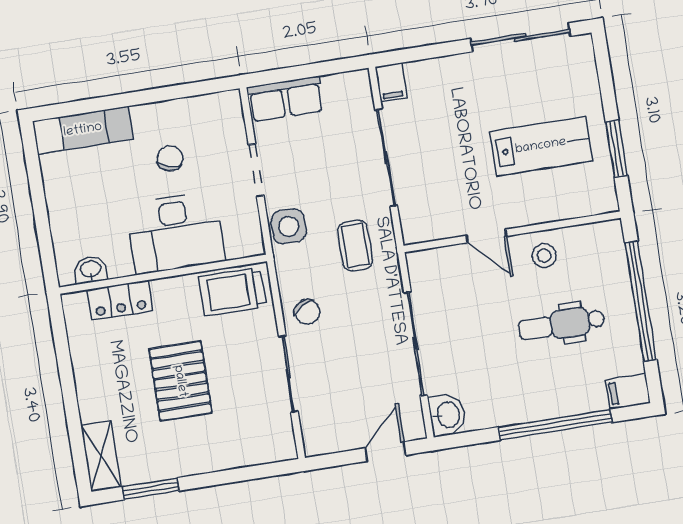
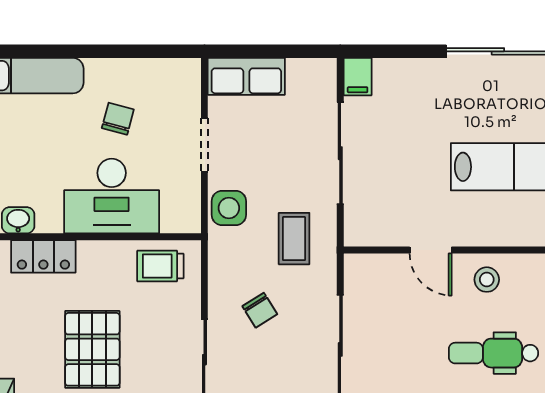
trolley: (232, 292) -> (160, 266), width x0.73, depth x0.72
chair: (307, 312) -> (260, 310), moved

